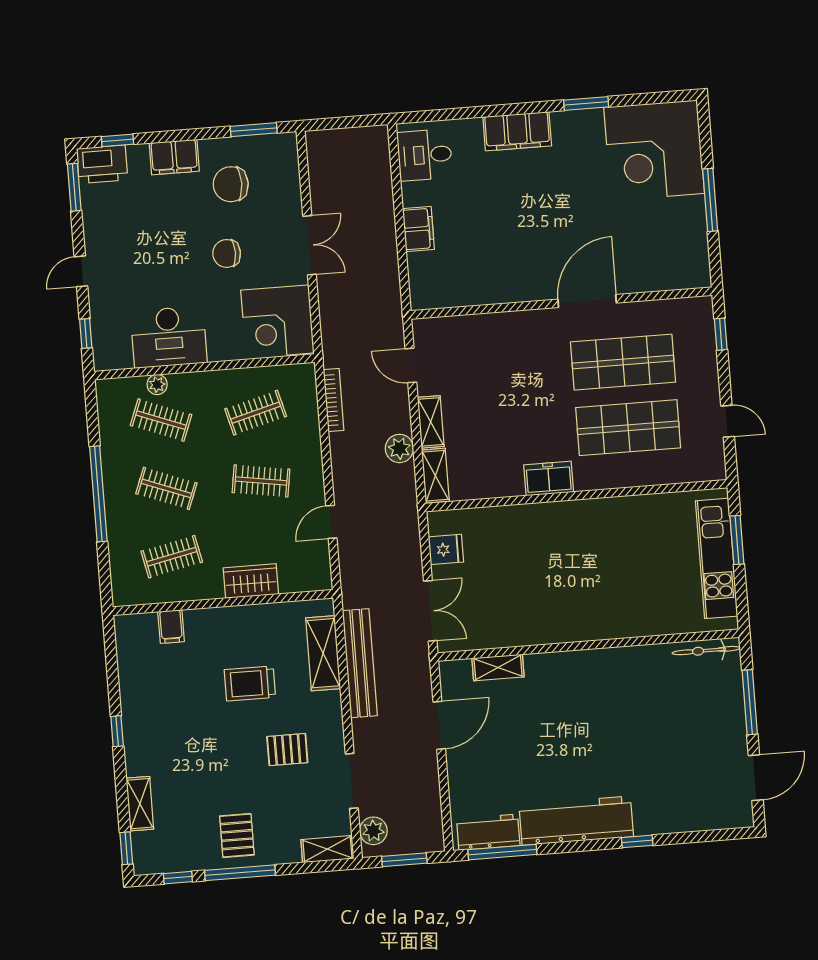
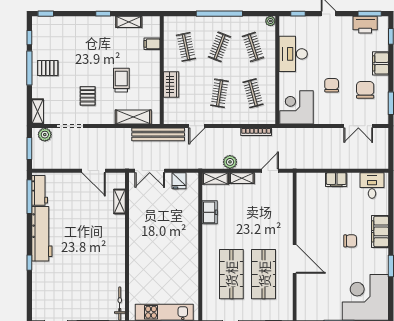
printer: (102, 164) -> (365, 25), moved, turned -90
chair: (541, 191) -> (350, 241), added
double door: (310, 245) -> (358, 126), moved
plant: (157, 385) -> (270, 21), moved
clothes rail: (161, 420) -> (253, 47), turned -39
freezer: (549, 478) -> (210, 212), moved
door: (331, 522) -> (197, 126), swing flipped
bench: (360, 663) -> (158, 134), moved
shelving: (140, 804) -> (129, 22), moved

